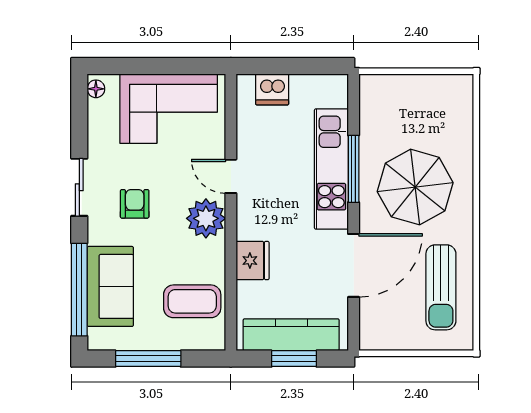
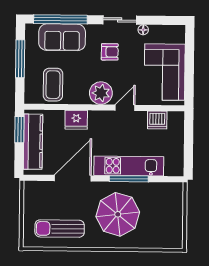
floor lamp: (96, 89) -> (143, 30), moved
dishwasher: (272, 89) -> (157, 120), moved, turned -90
door: (354, 265) -> (73, 178), swing flipped
window: (294, 359) -> (19, 130), moved

